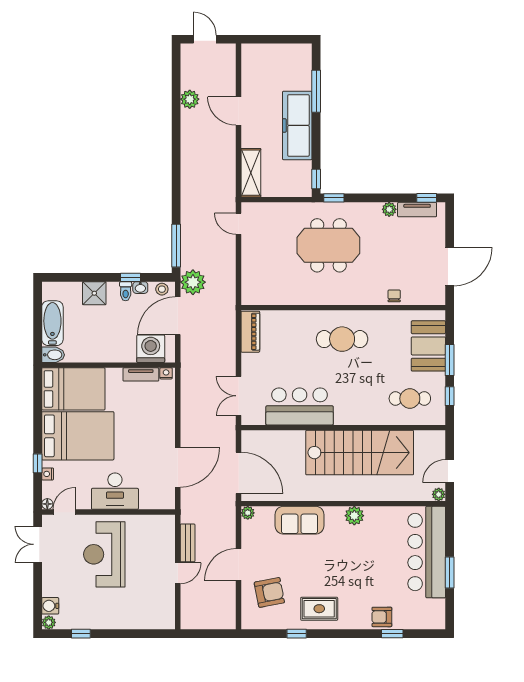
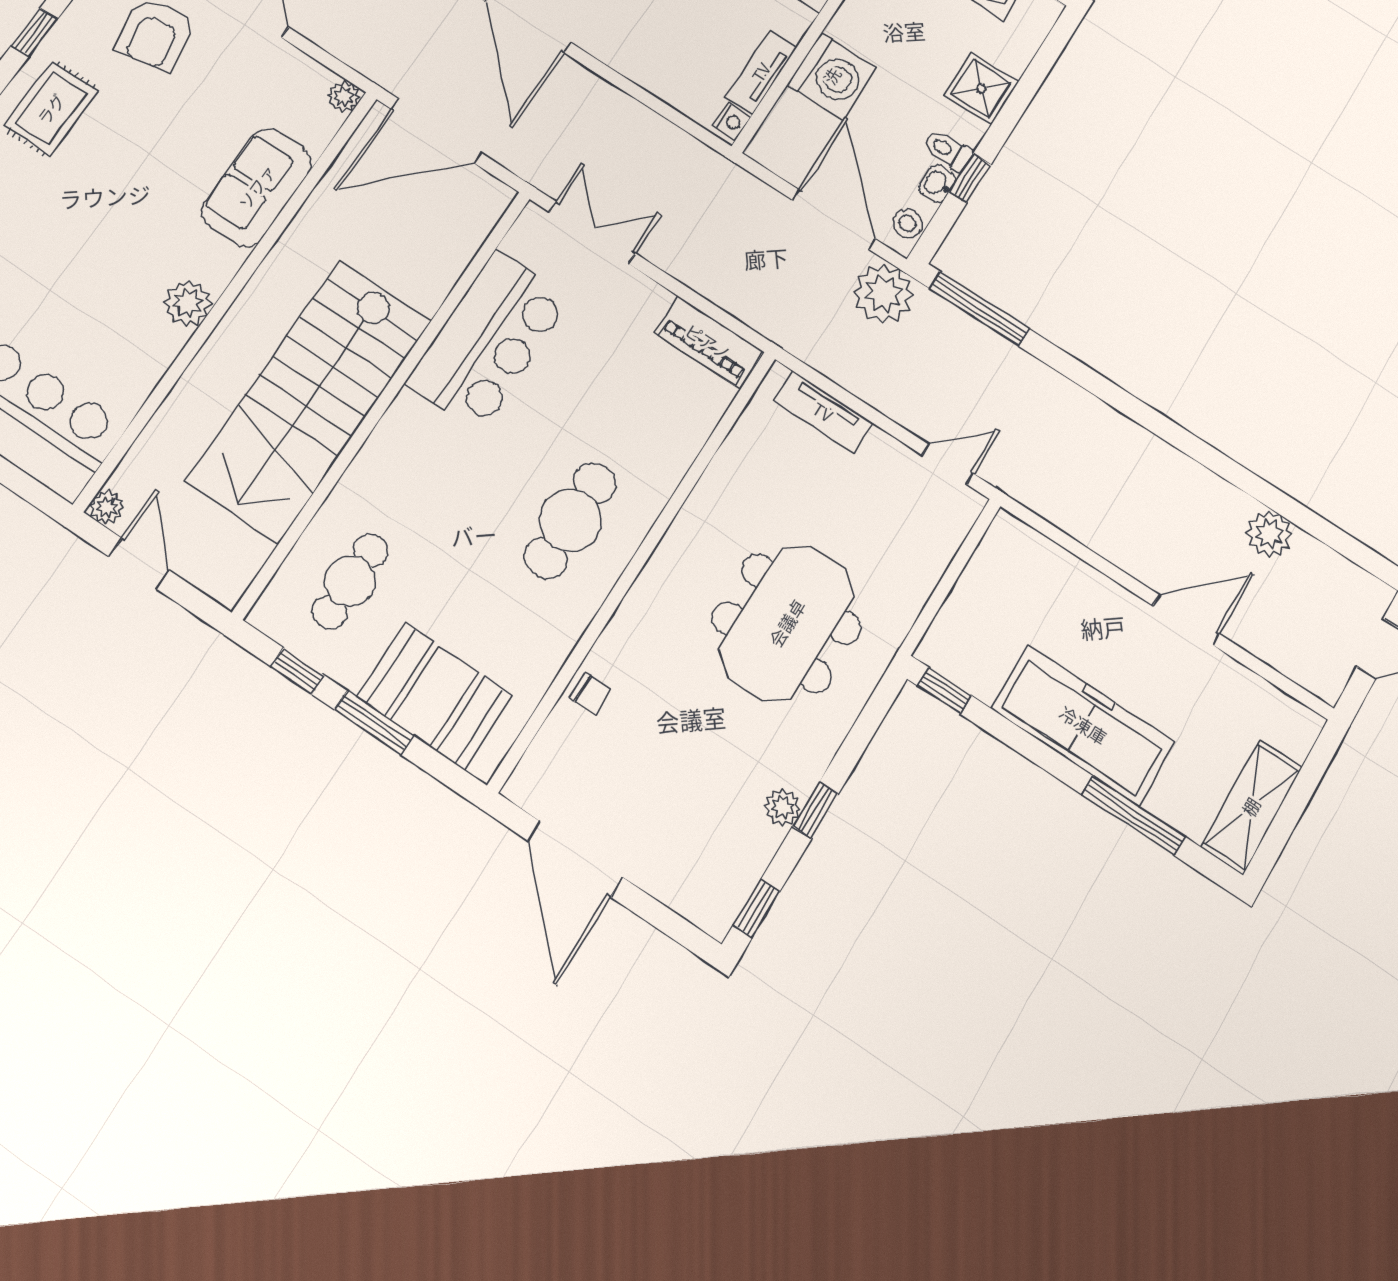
shelving: (251, 173) -> (1251, 807), moved, turned 90
window: (334, 198) -> (815, 810), moved
tv unit: (417, 210) -> (823, 412), moved, turned -90
washing machine: (151, 349) -> (832, 76), moved

